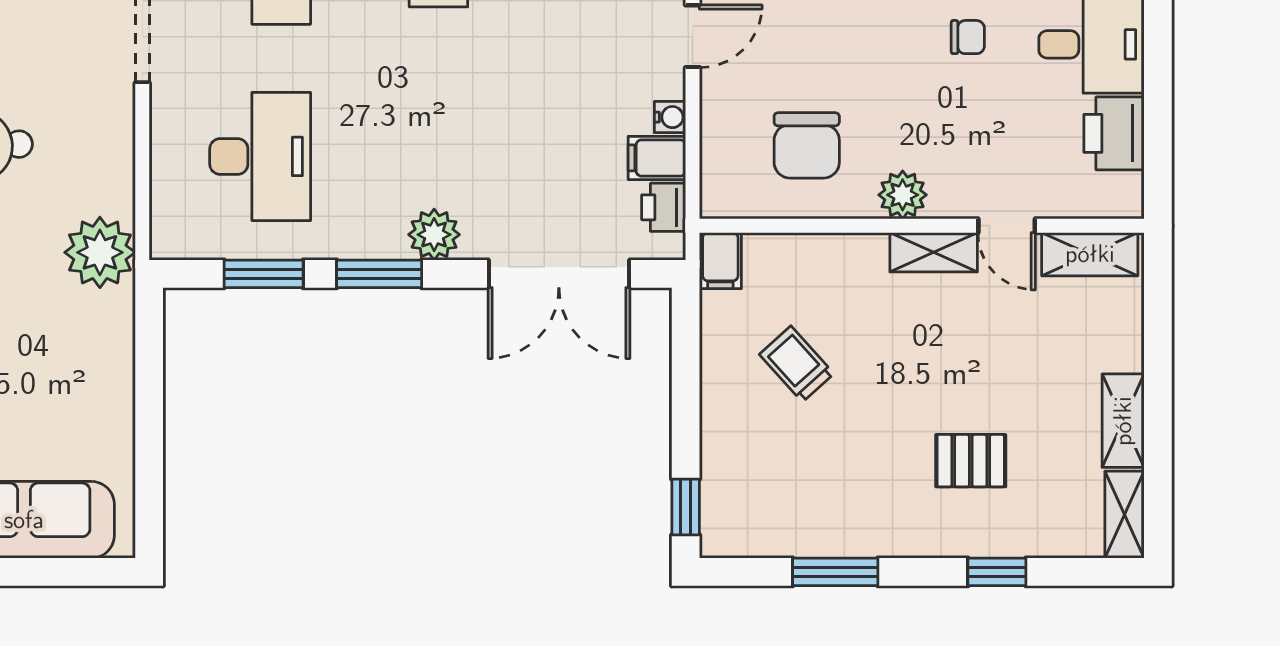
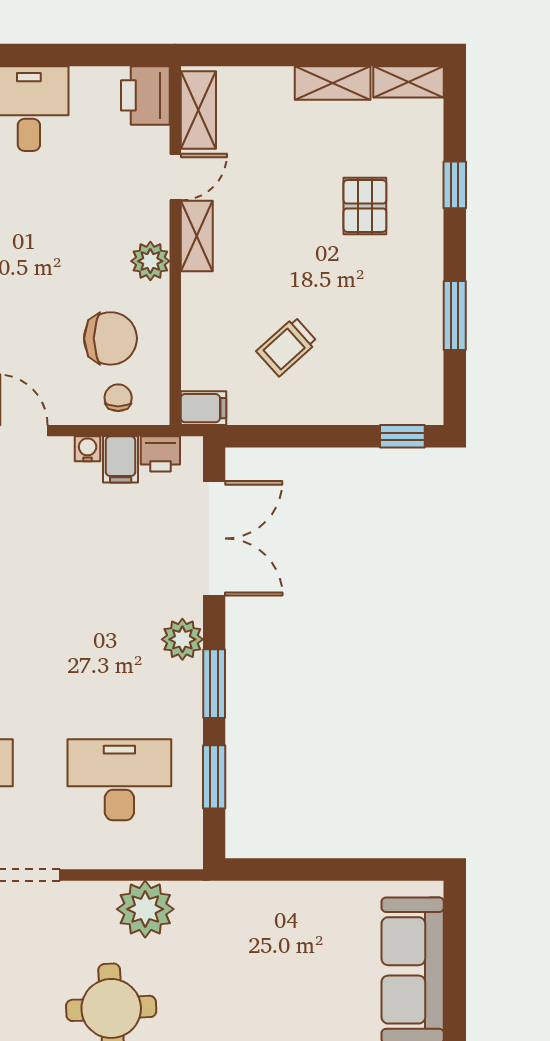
chair: (968, 37) -> (118, 398), moved
printer: (1114, 133) -> (145, 95), moved, turned 90
plant: (100, 252) -> (145, 909), moved

